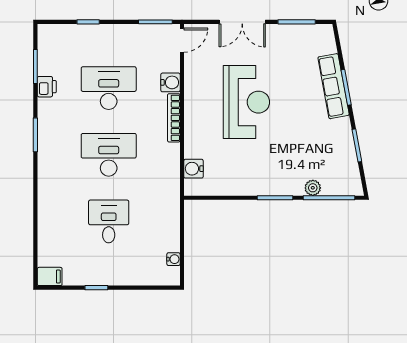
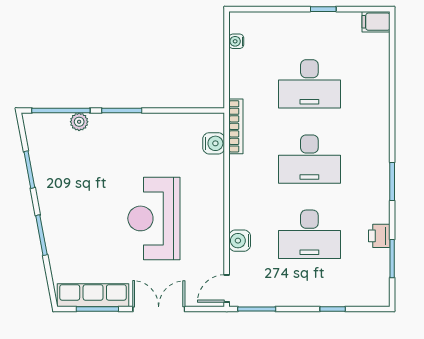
row of seats: (334, 86) -> (93, 295), moved, turned -79
bookcase: (174, 118) -> (236, 126), moved
desk: (109, 221) -> (309, 84), width x1.37

